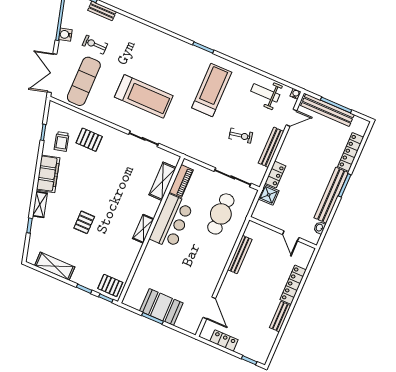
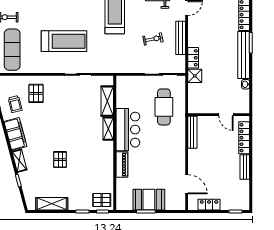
pallet: (89, 140) -> (36, 93), turned 90
piano: (181, 181) -> (122, 165), moved
shelving: (143, 229) -> (108, 129), moved
wall: (283, 233) -> (219, 115), moved
door: (291, 236) -> (226, 115), moved

